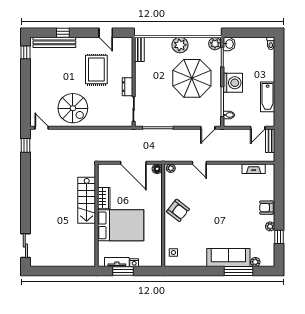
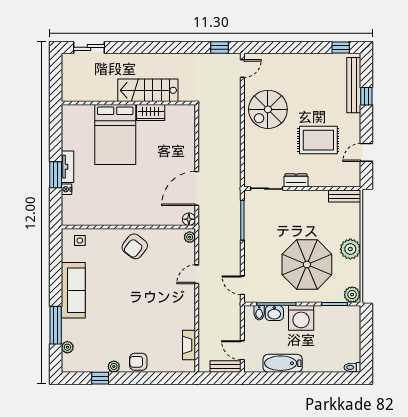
washbasin: (229, 44) -> (274, 313), moved
wardrobe: (104, 198) -> (151, 113), moved
stairs: (87, 200) -> (148, 90), moved
armchair: (267, 208) -> (138, 362), turned -90
wall: (96, 215) -> (128, 103), moved
bed: (121, 225) -> (115, 135), moved
sofa: (228, 258) -> (73, 290), moved

